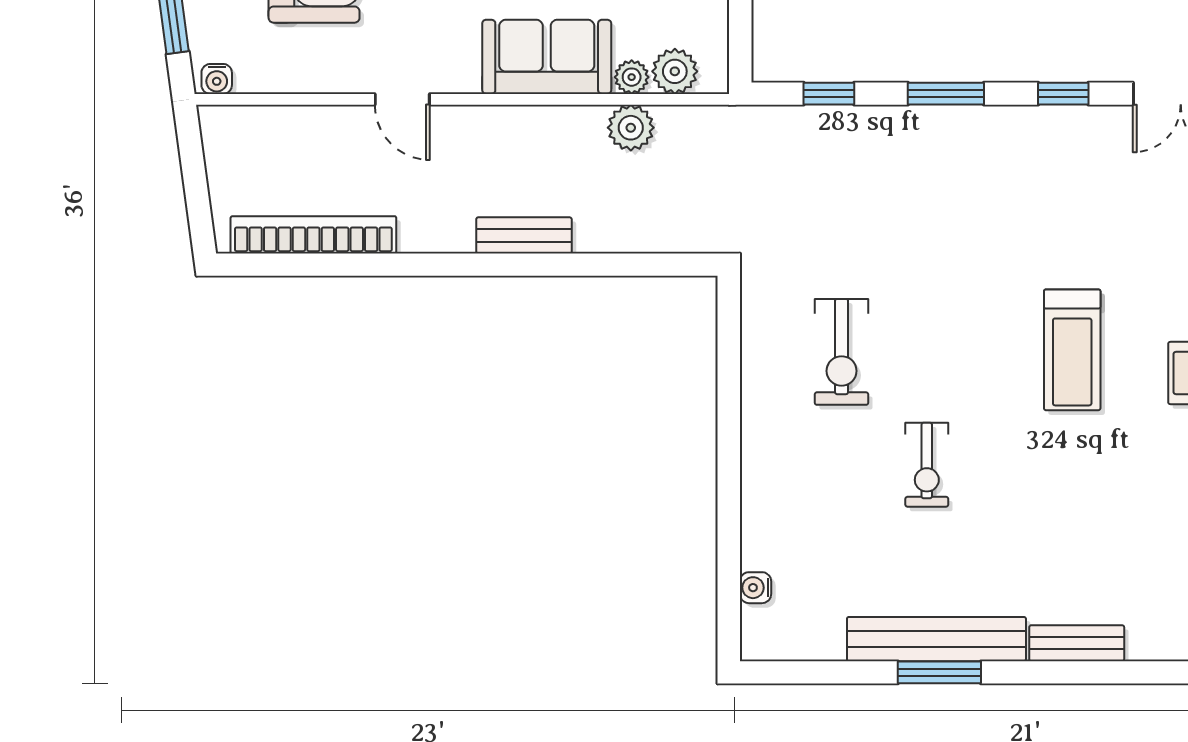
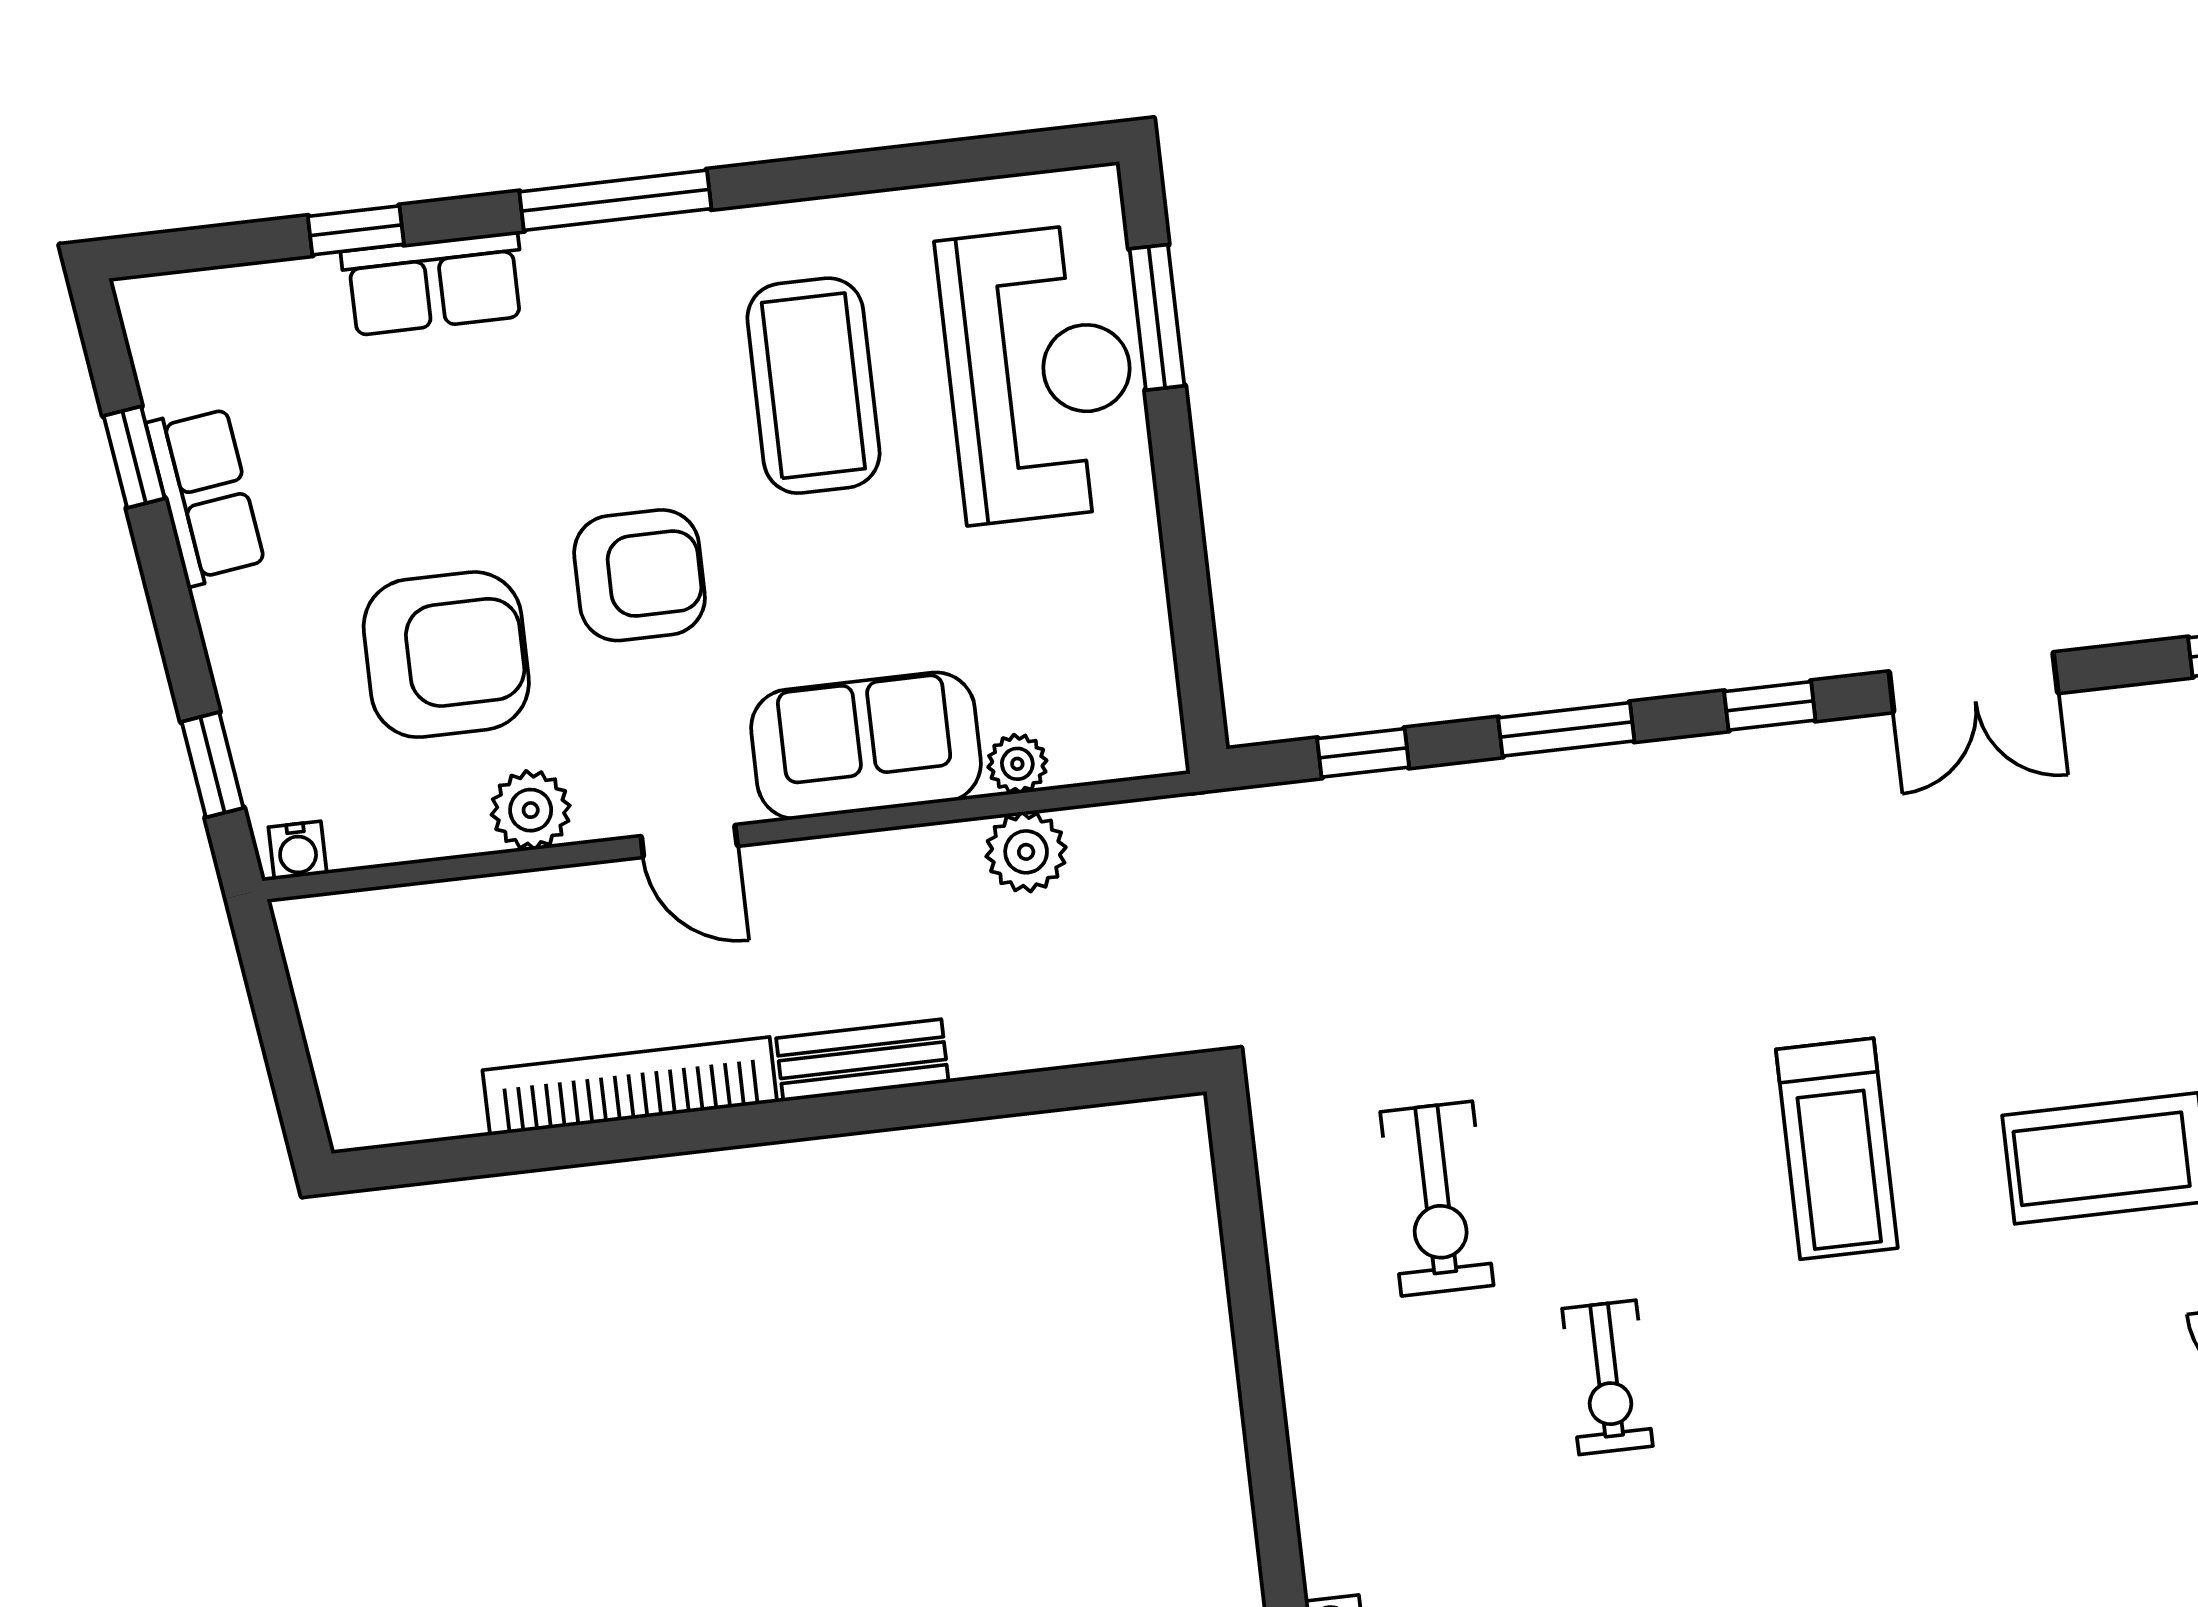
plant: (675, 71) -> (531, 810), moved
door: (402, 99) -> (689, 841), moved
bookcase: (313, 235) -> (630, 1086), moved

